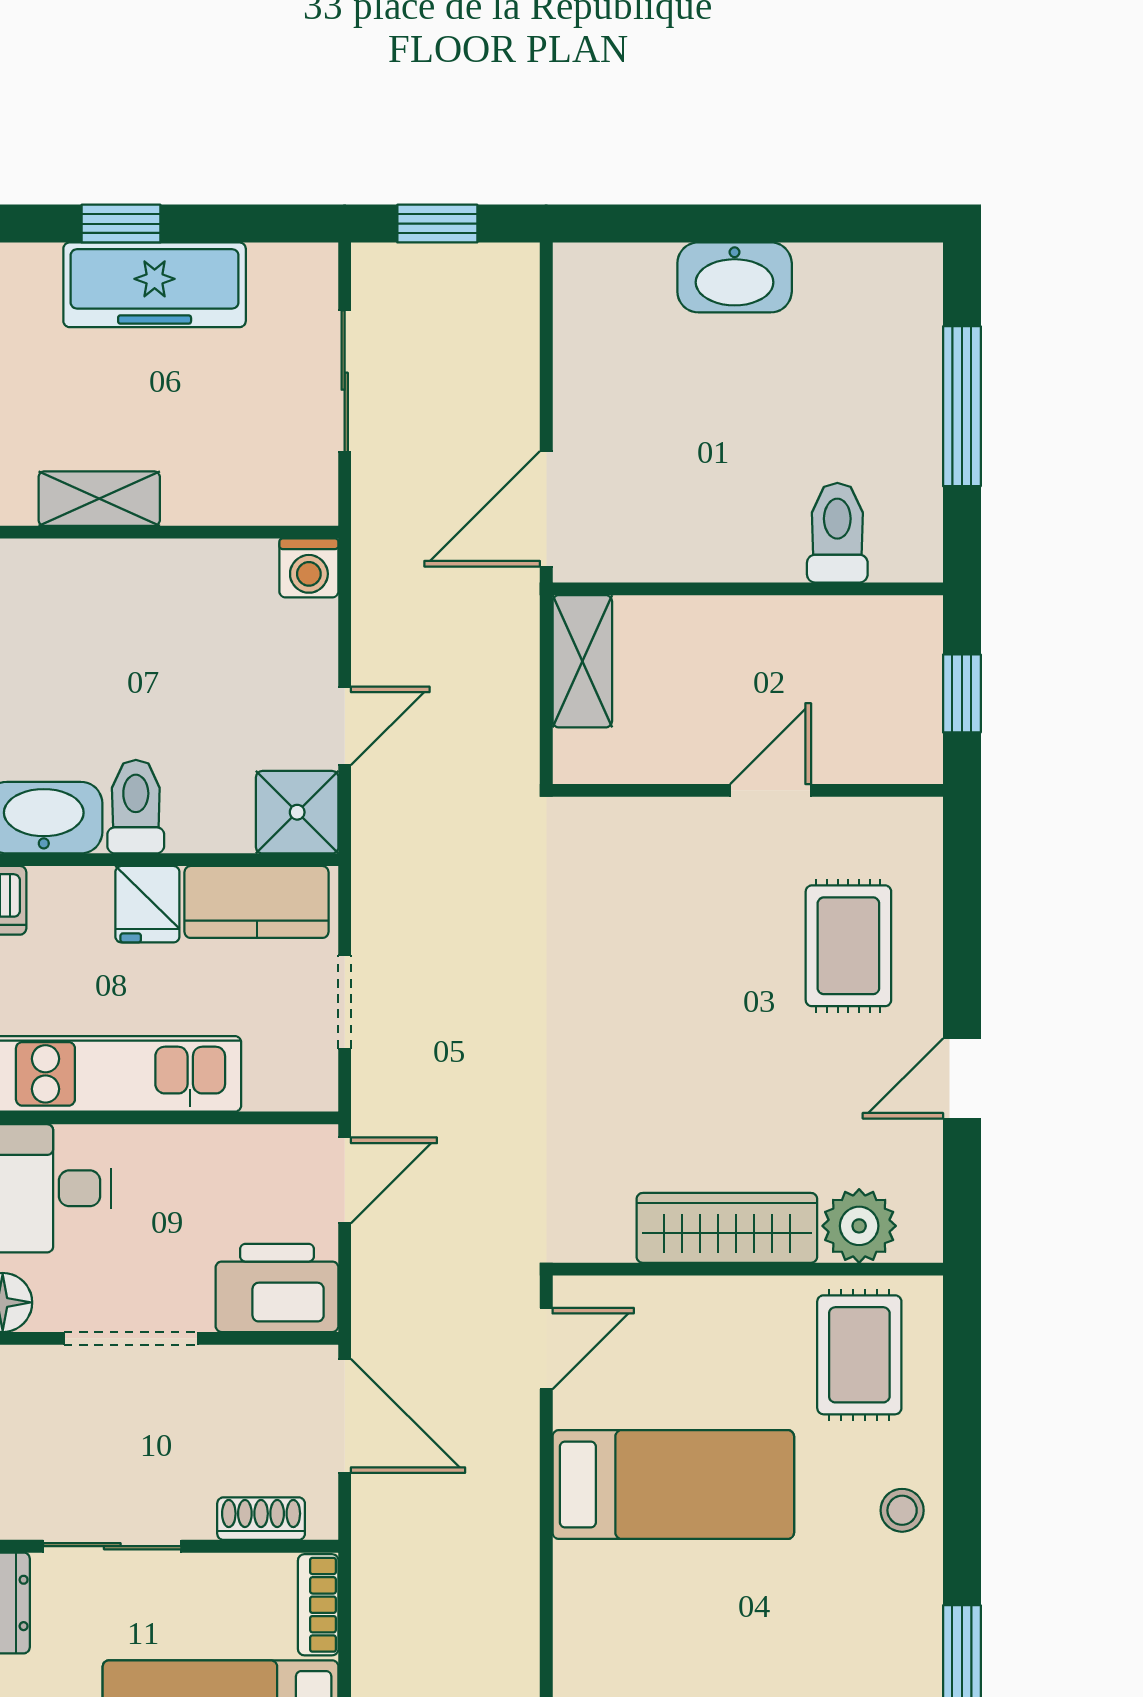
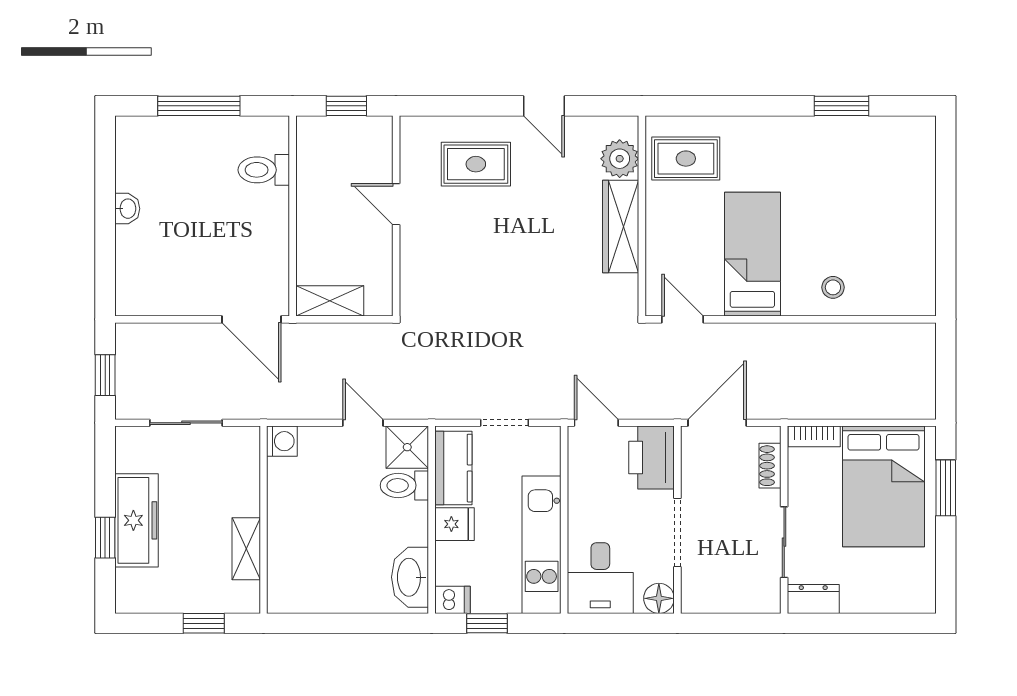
washbasin: (735, 277) -> (127, 209), width x0.52, depth x0.69
toilet: (136, 807) -> (404, 485), moved
stool: (902, 1510) -> (833, 287), moved

